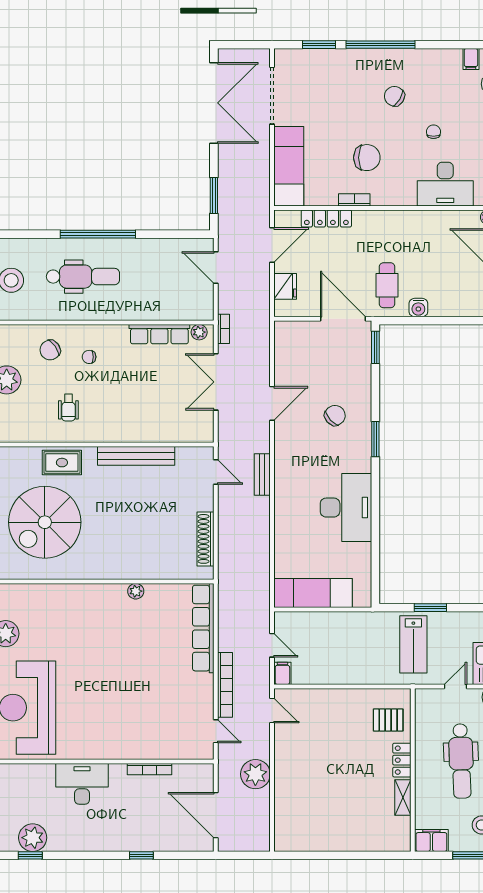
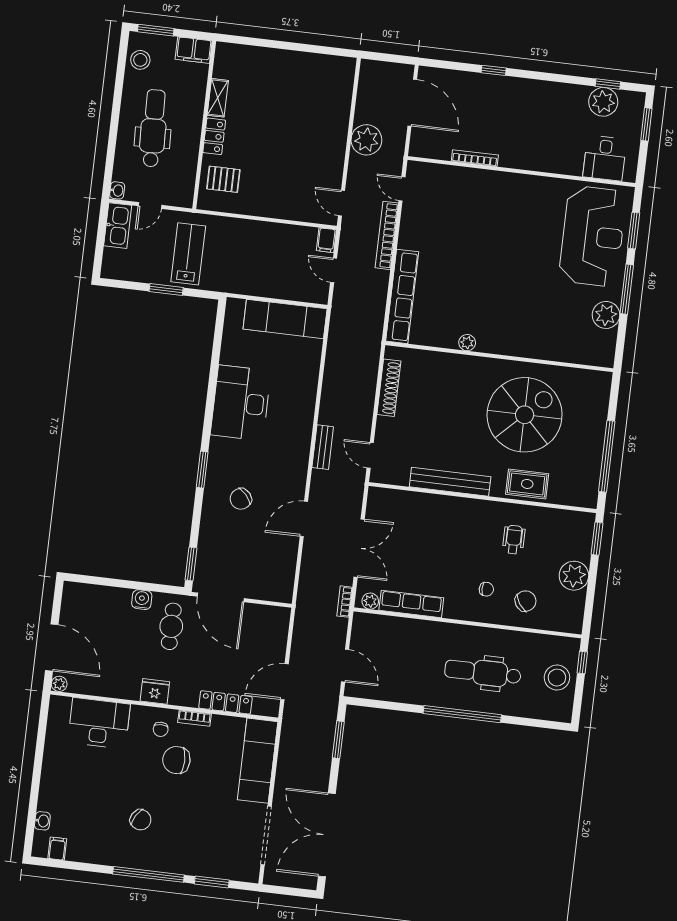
chair: (433, 132) -> (161, 729), moved
fridge: (285, 286) -> (155, 691), moved, turned 90
spiral stairs: (45, 522) -> (525, 415), moved
desk: (82, 784) -> (605, 158), moved, width x0.73

